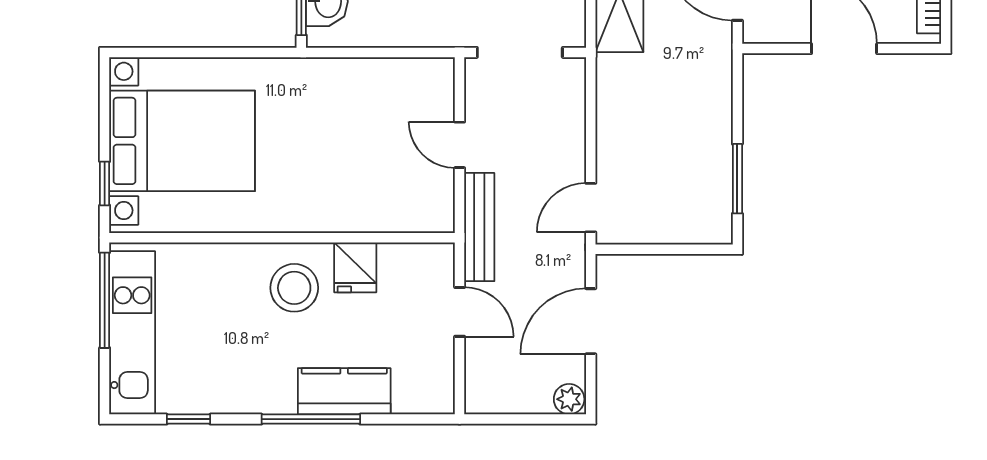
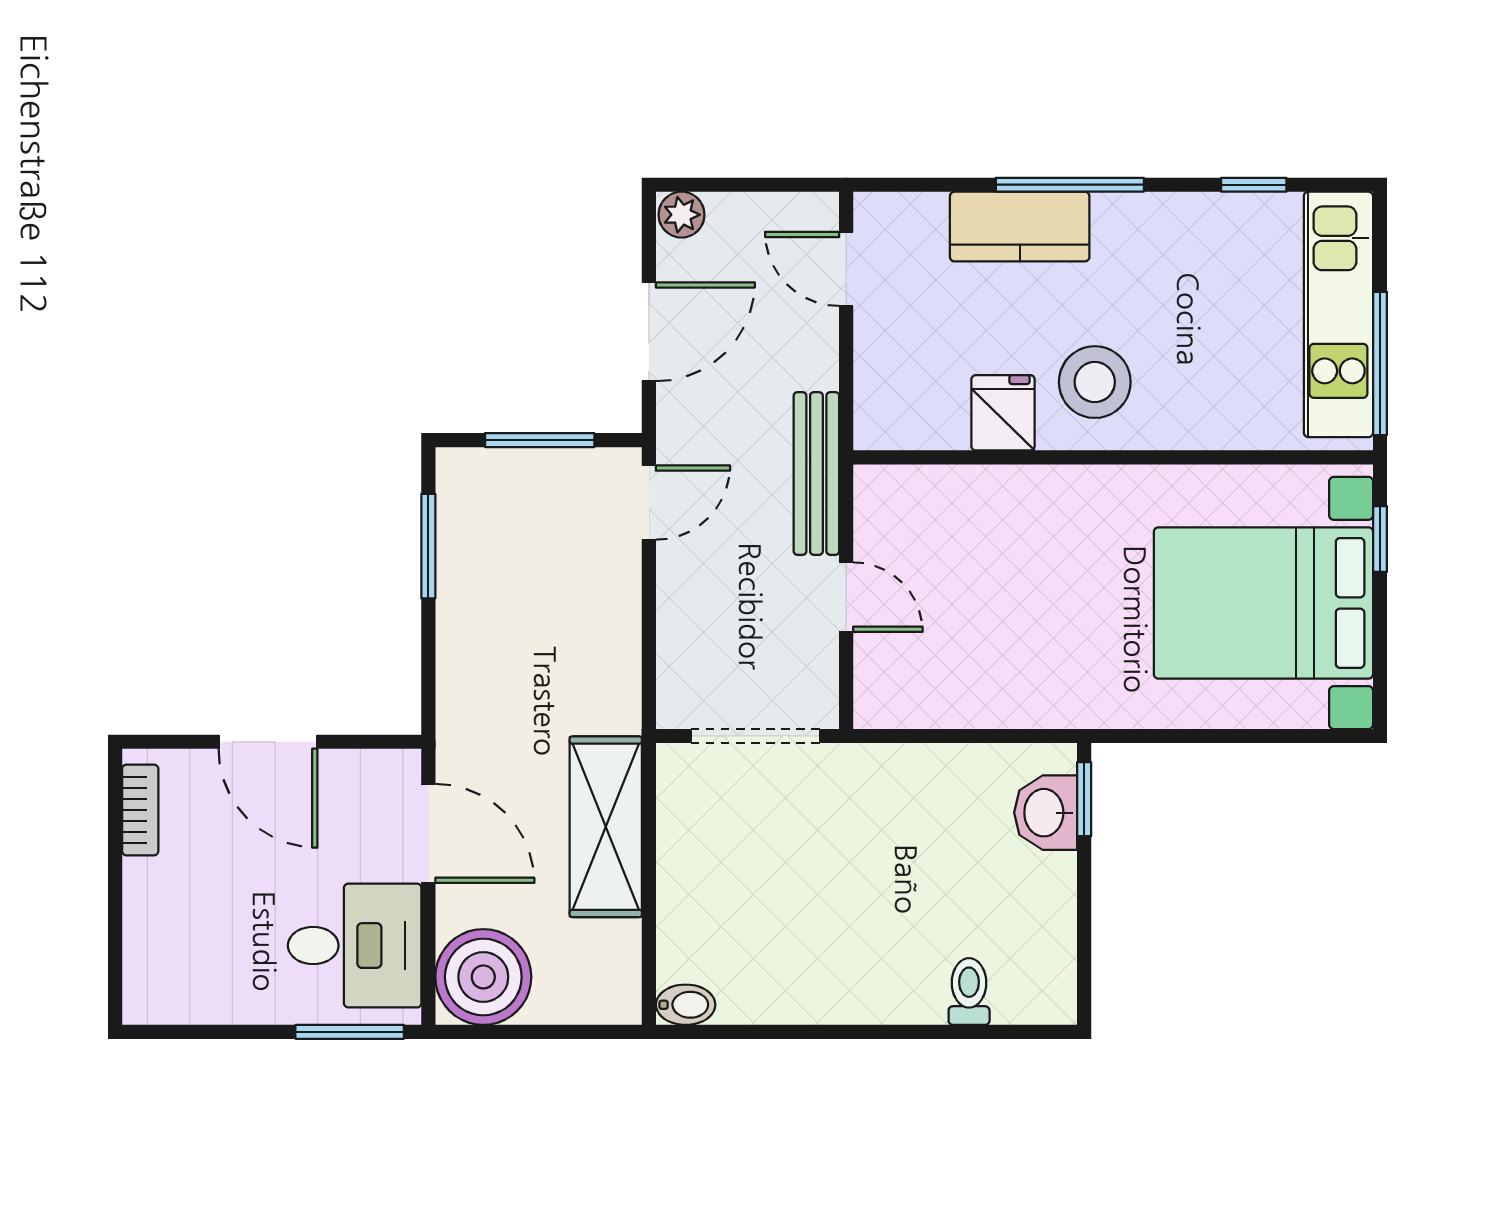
window: (663, 249) -> (540, 440), added
door: (460, 312) -> (846, 269), moved

